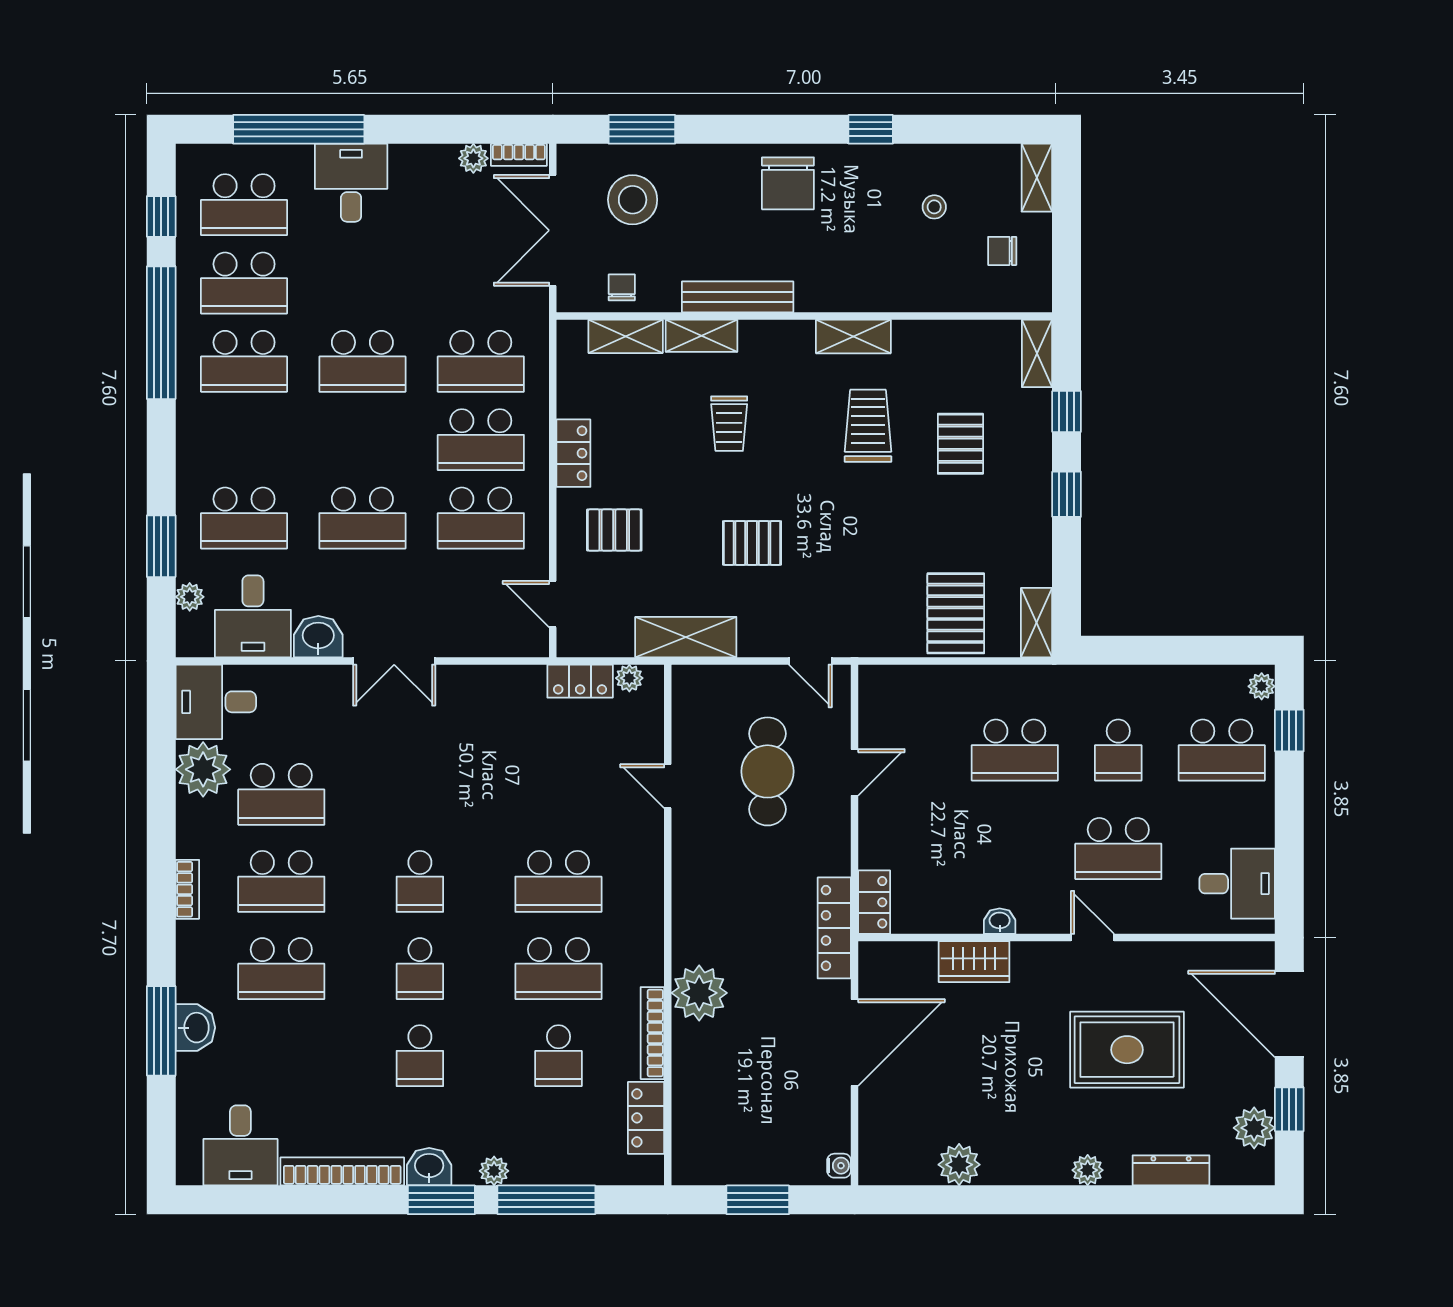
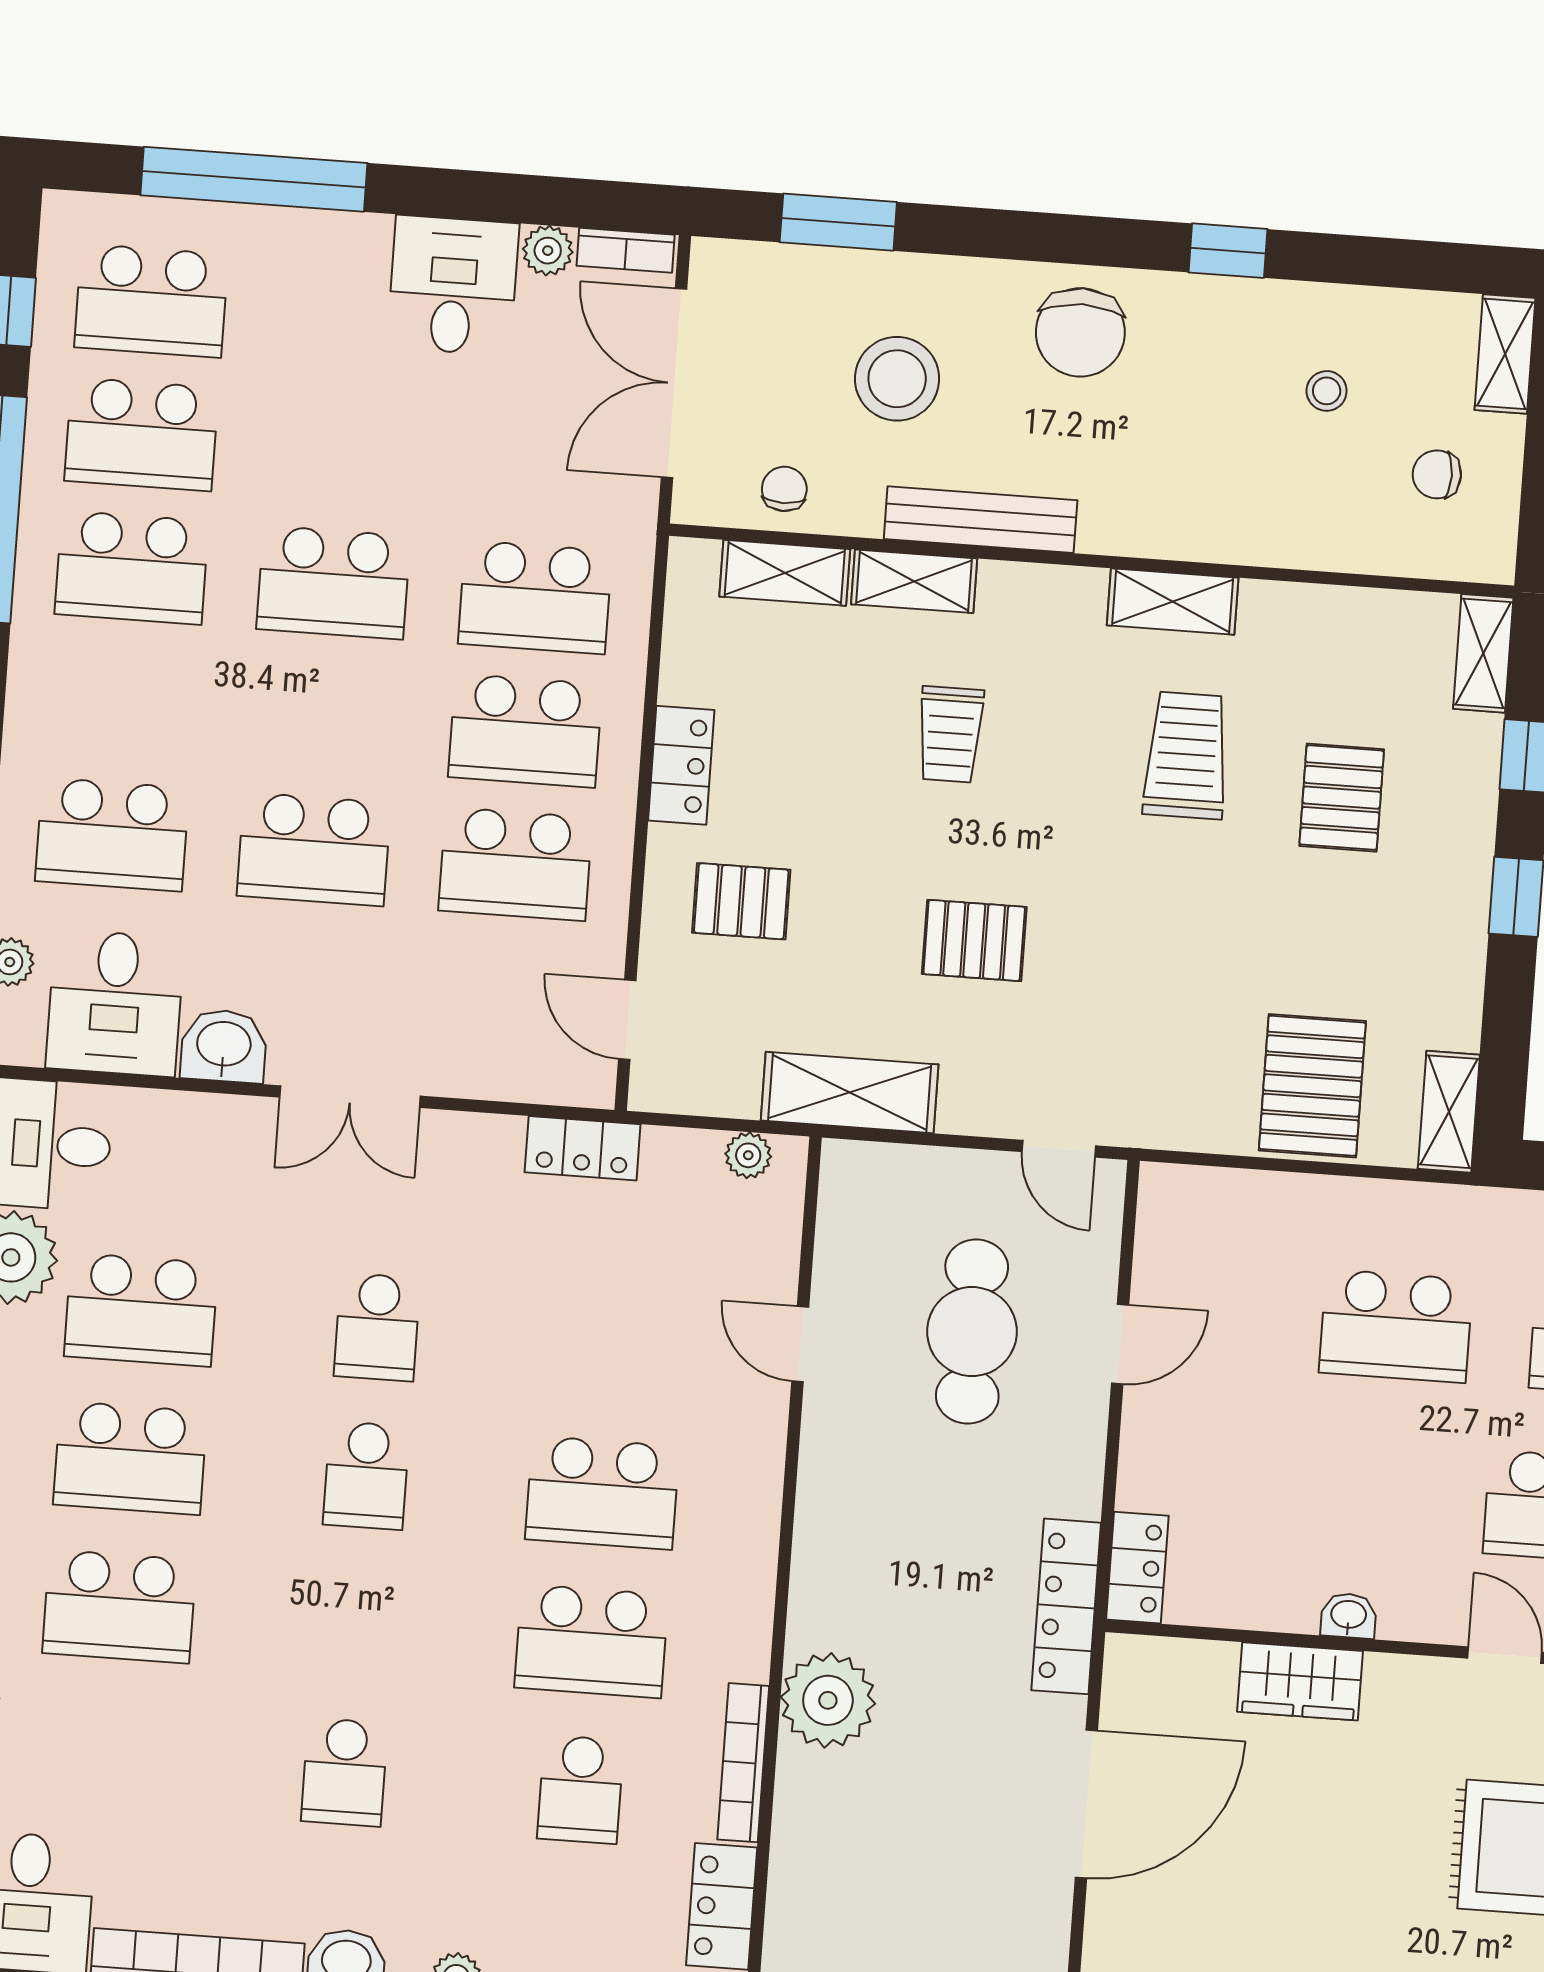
desk: (351, 183) -> (453, 285), moved
stool: (633, 200) -> (897, 379), moved
locker: (580, 681) -> (583, 1148), moved
school desk: (420, 969) -> (377, 1327), moved

